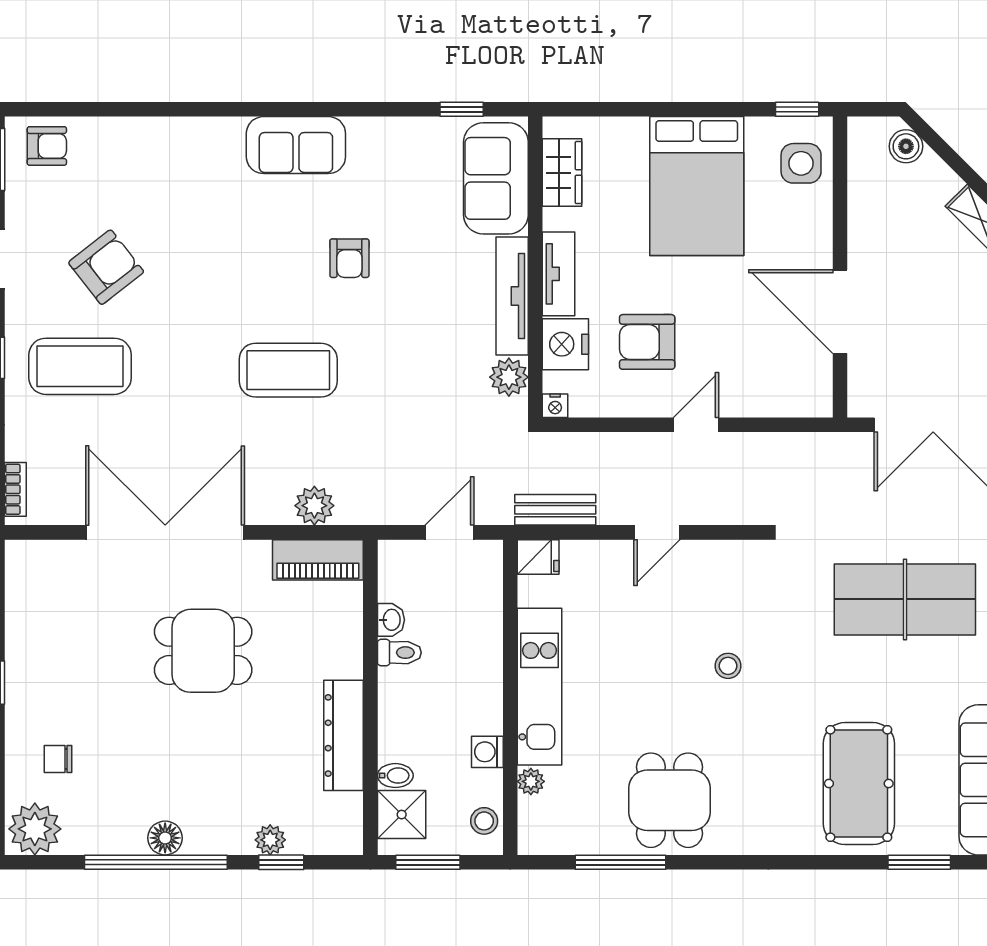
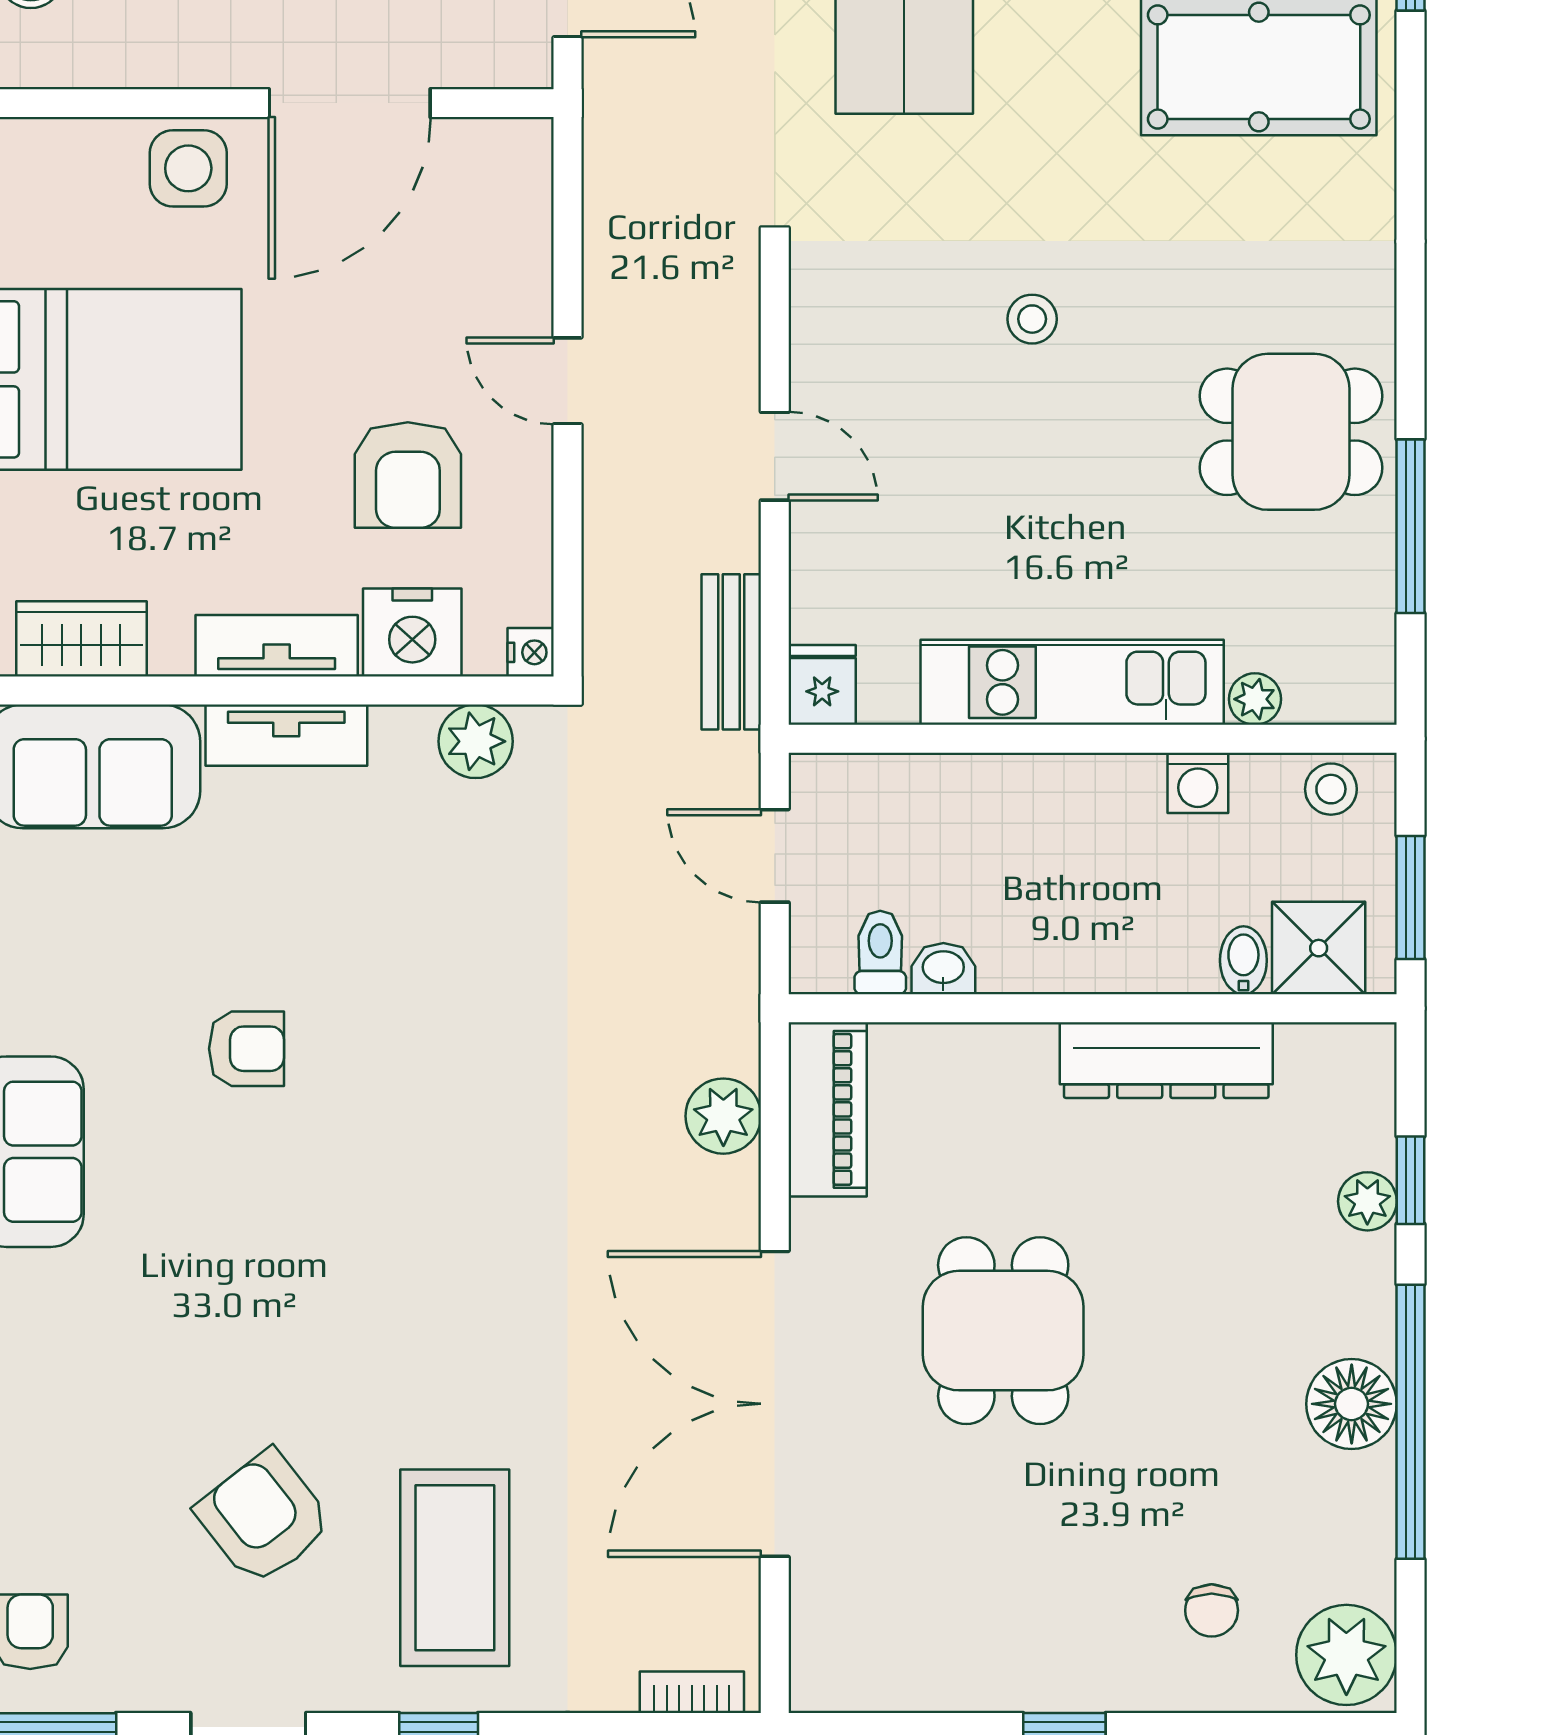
side table: (801, 163) -> (188, 168), moved
tv unit: (512, 296) -> (286, 735), width x0.71
coffee table: (288, 370) -> (462, 1167), removed
toilet: (399, 653) -> (880, 953), moved
floor lamp: (165, 838) -> (1352, 1404), width x1.38, depth x1.38

